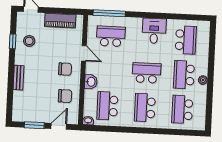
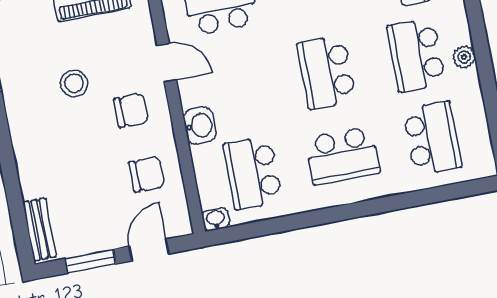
stool: (29, 41) -> (74, 83), moved
school desk: (147, 73) -> (326, 72), turned -90
bench: (18, 78) -> (40, 229), moved
school desk: (145, 108) -> (342, 156), turned -90
school desk: (182, 109) -> (432, 138), turned 180

